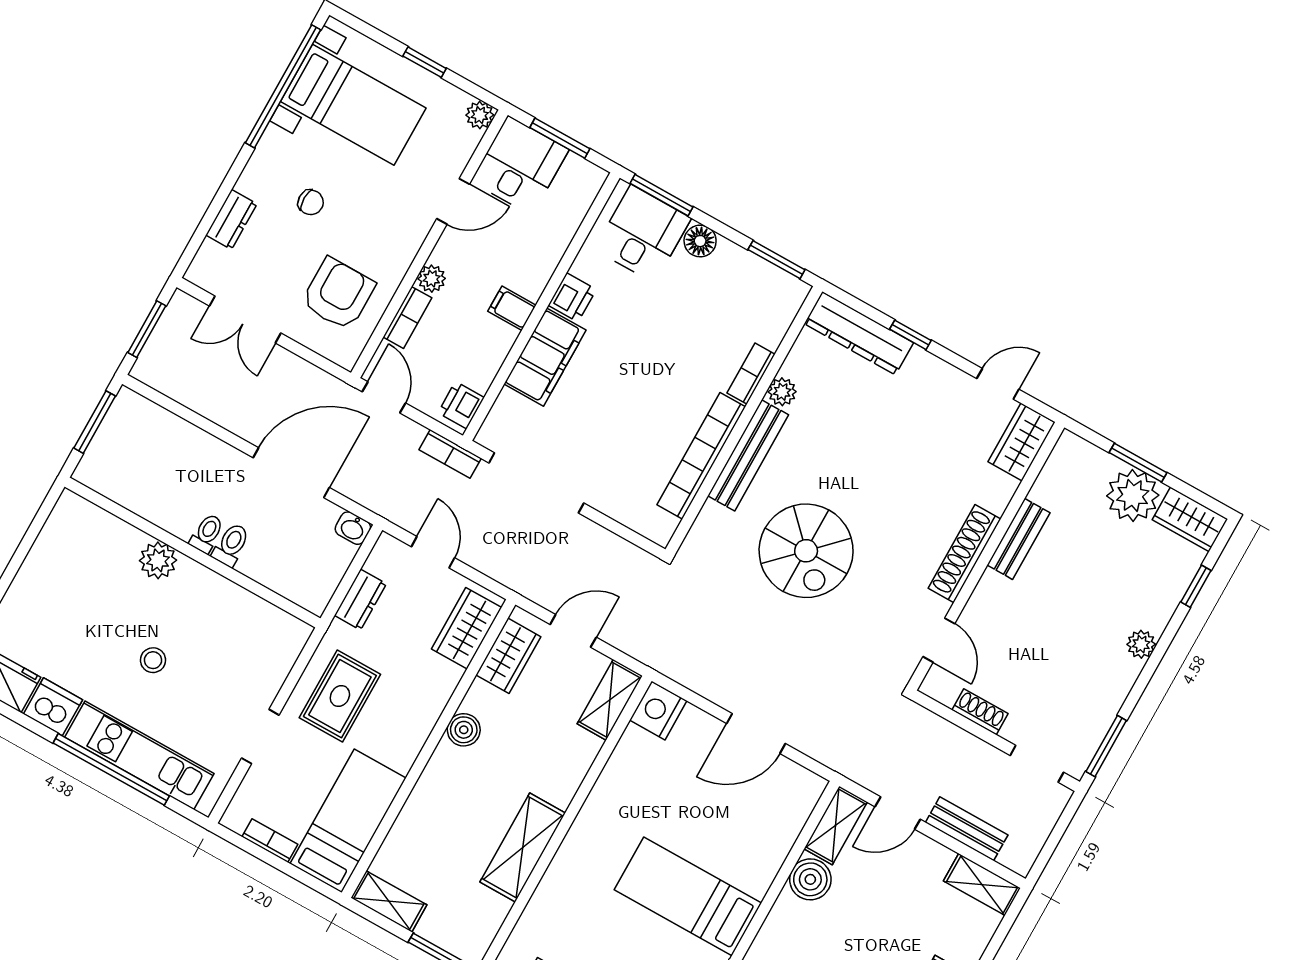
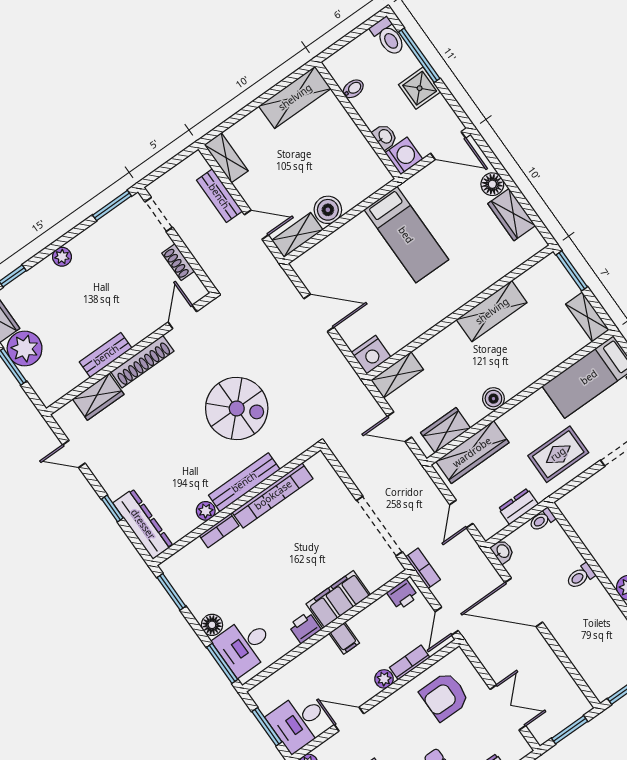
wardrobe: (1022, 442) -> (98, 397), moved
toilet: (207, 533) -> (542, 520), moved
spiral stairs: (806, 551) -> (237, 408), turned 90
wardrobe: (467, 628) -> (472, 452), width x1.50

